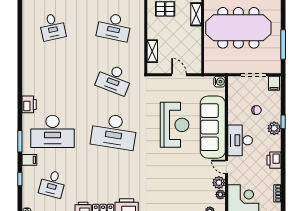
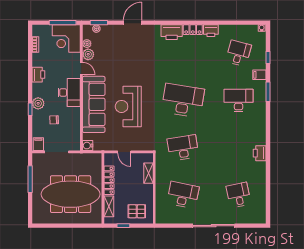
locker: (196, 43) -> (109, 180), added
desk: (114, 79) -> (183, 148), turned -30
printer: (29, 104) -> (260, 153), moved
desk: (53, 131) -> (239, 100), width x0.73, depth x0.77

